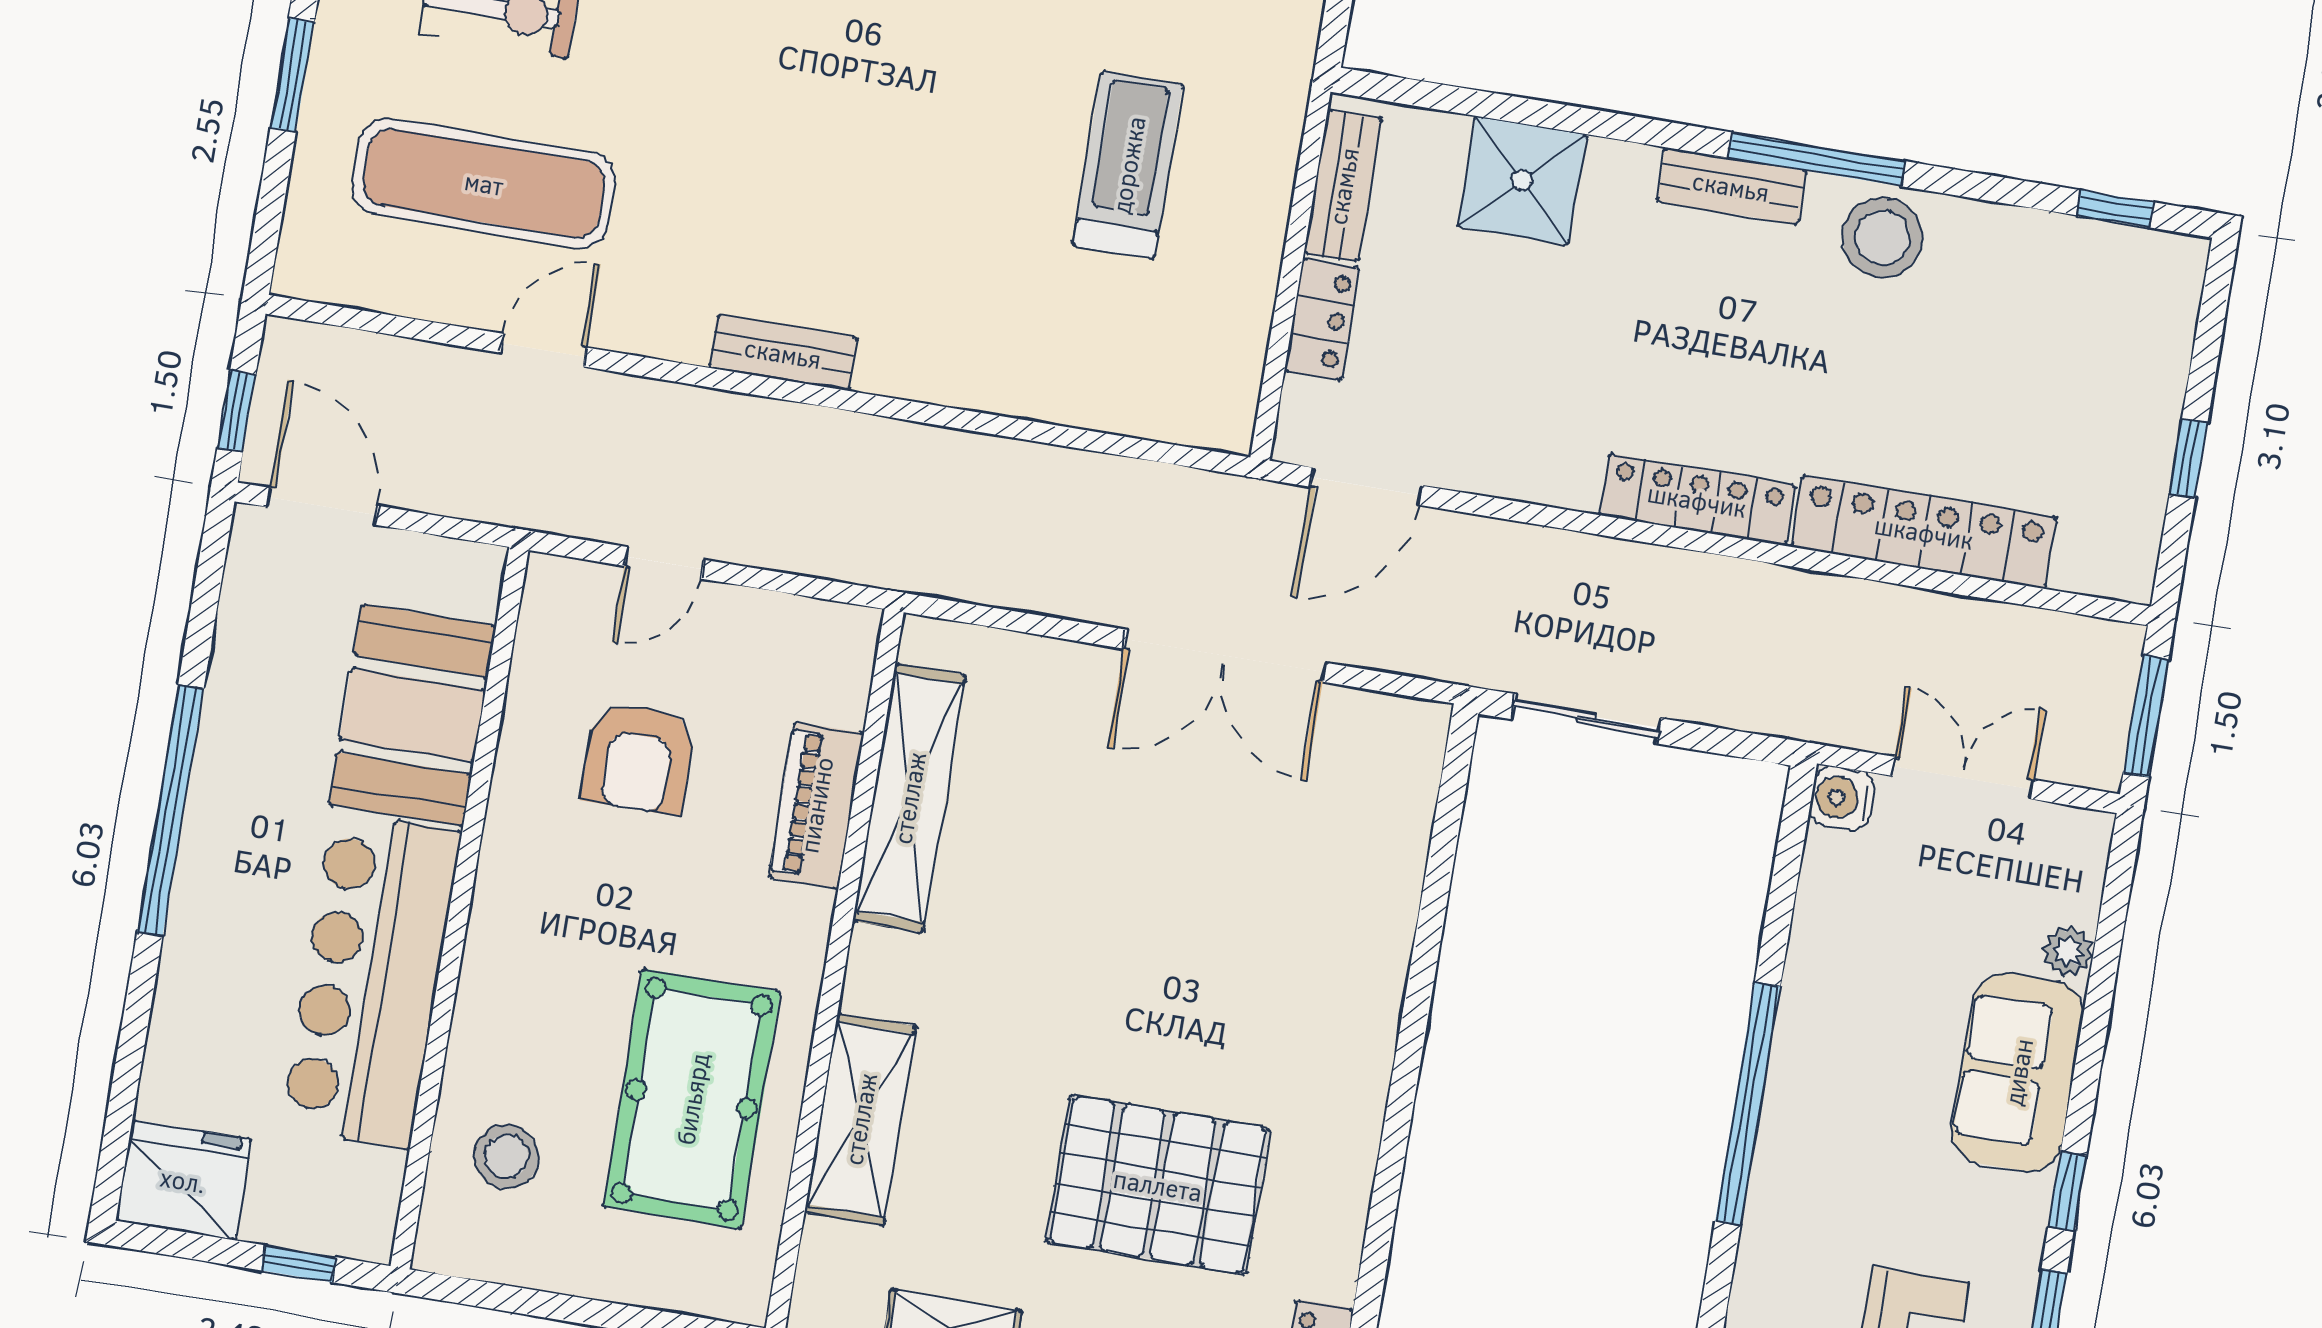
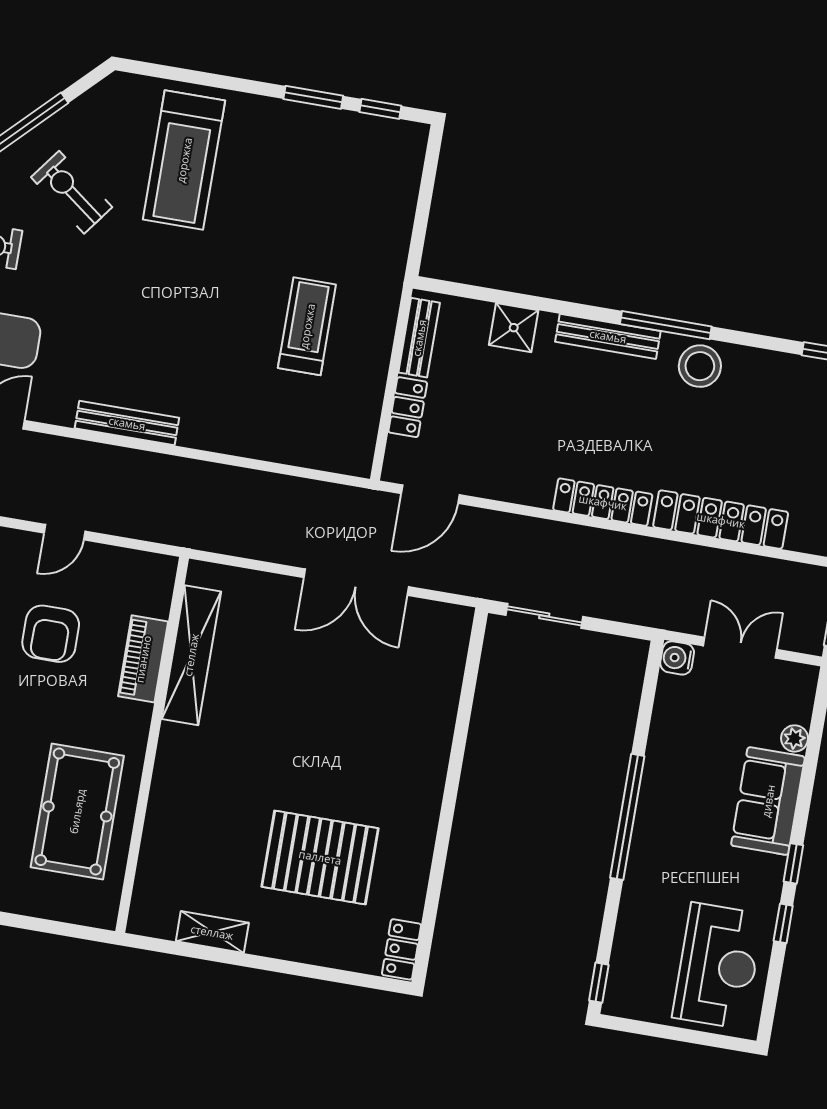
shower: (1522, 180) -> (514, 328), width x0.73, depth x0.73
bench: (1731, 186) -> (608, 336), width x1.36
bench: (783, 353) -> (127, 423), width x1.36
shelving: (860, 1119) -> (165, 822), removed

